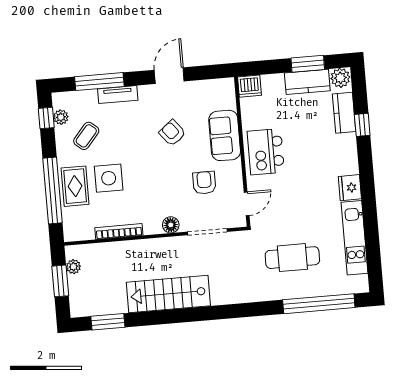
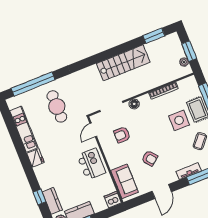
sofa: (225, 135) -> (125, 181), moved
armchair: (204, 183) -> (122, 135), turned 90
cafe table: (292, 258) -> (57, 106), turned 90

